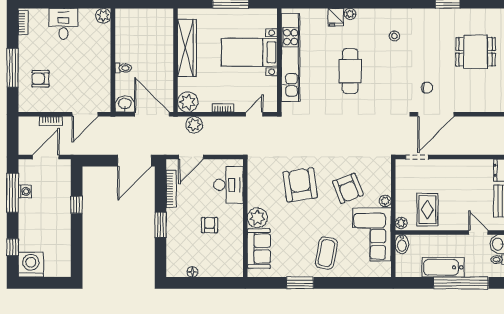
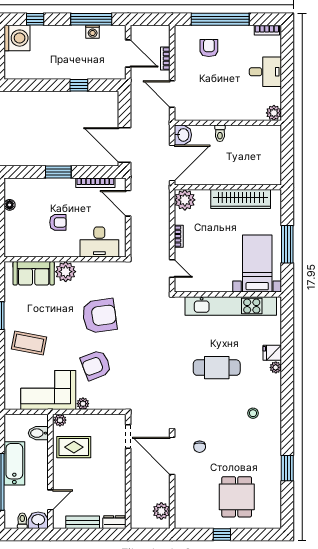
bed with nightstands: (249, 52) -> (257, 264), moved
window: (13, 68) -> (220, 19), width x1.46
plant: (194, 125) -> (161, 511), moved
bidet: (402, 244) -> (38, 433), moved

